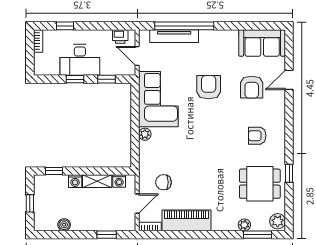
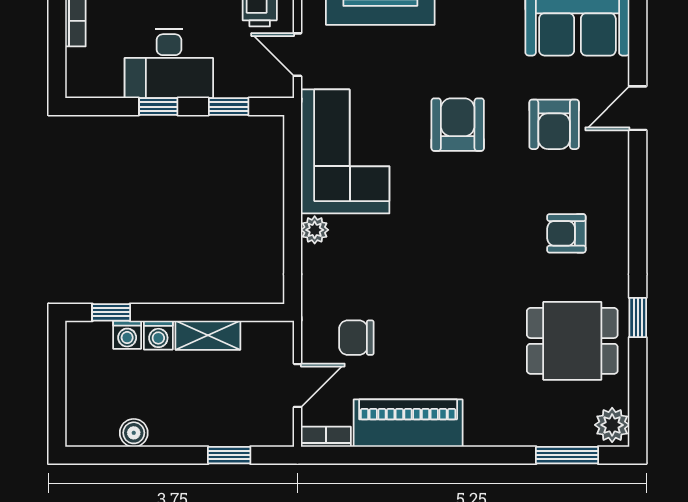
washing machine: (119, 181) -> (127, 335), moved
window: (30, 203) -> (57, 385), removed
plant: (244, 225) -> (538, 433), removed

